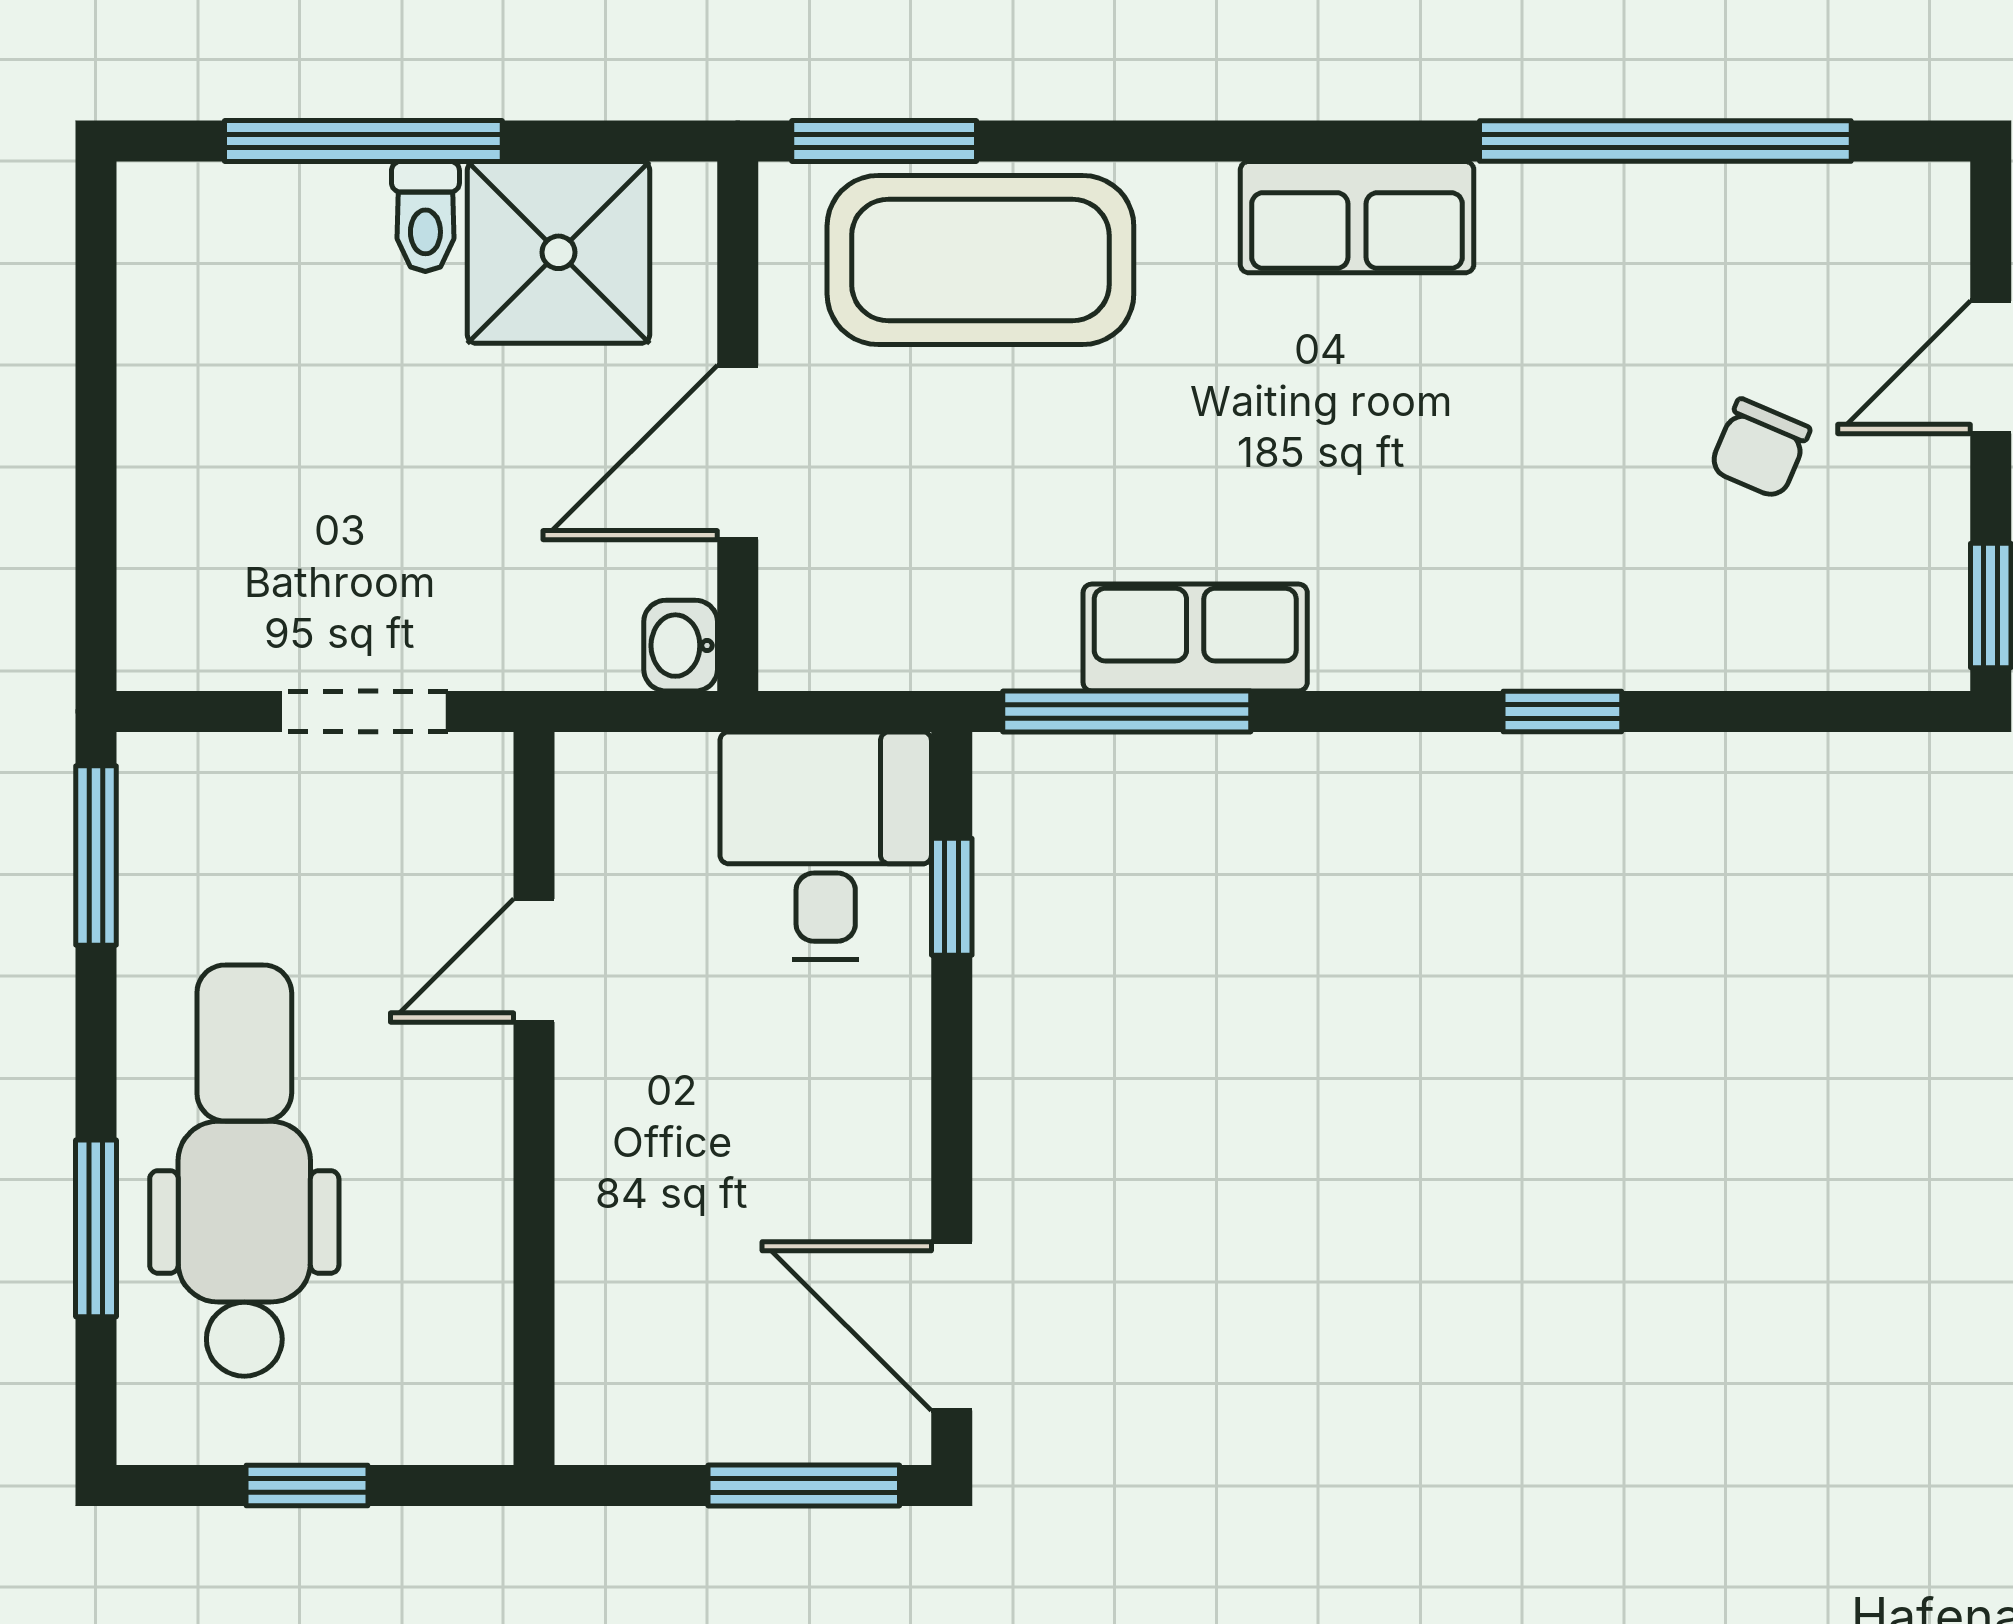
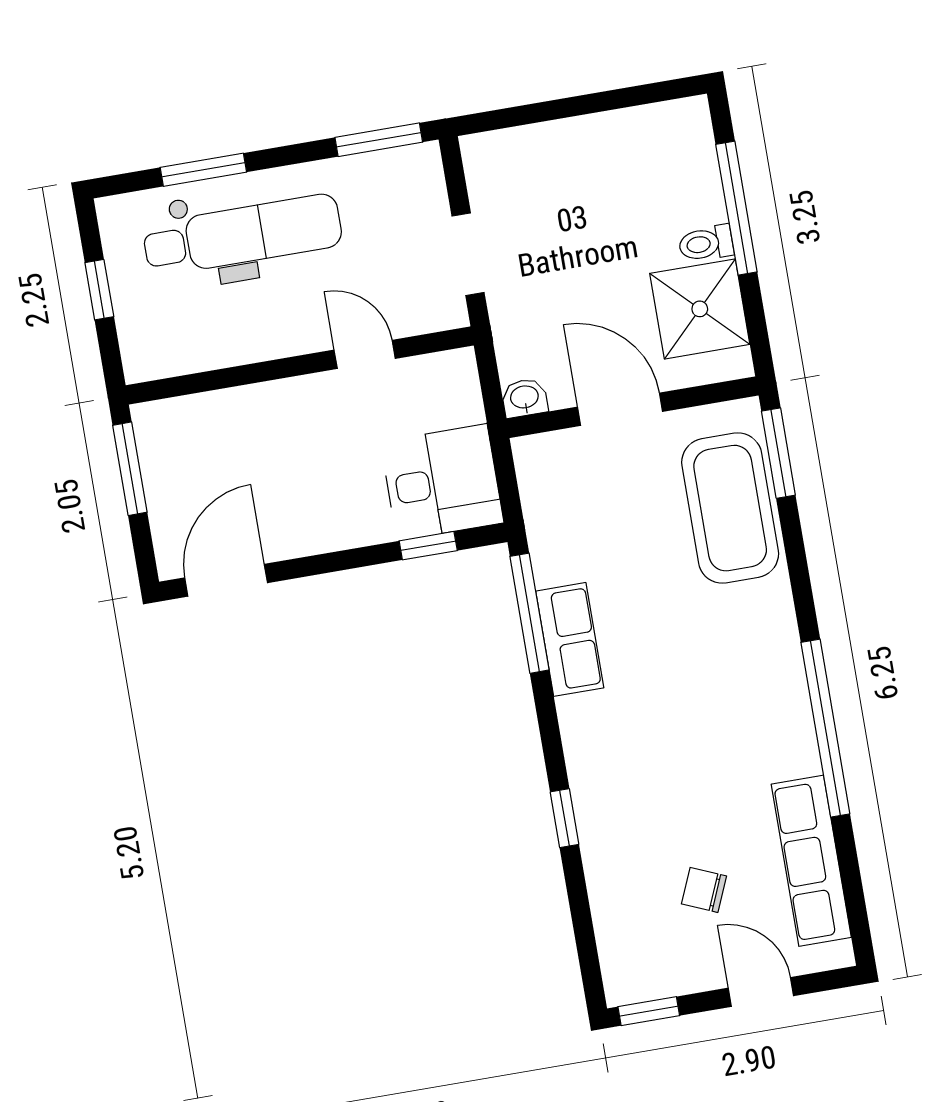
window: (1665, 141) -> (825, 728), moved
row of seats: (1357, 217) -> (811, 861), moved, width x1.48
window: (804, 1486) -> (130, 469), moved

